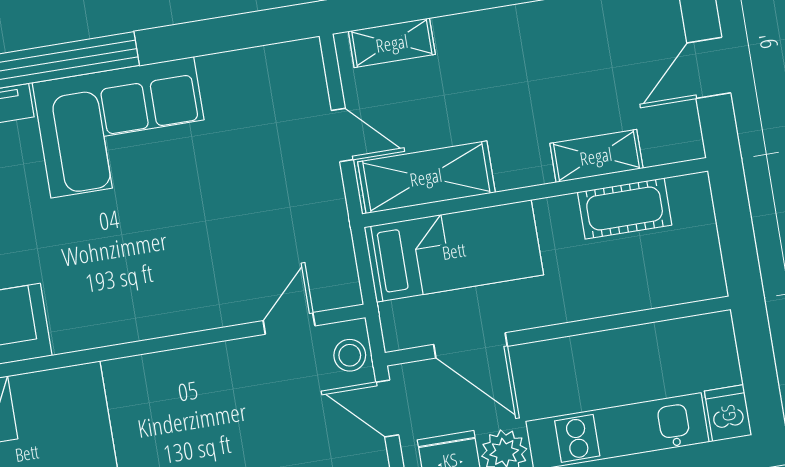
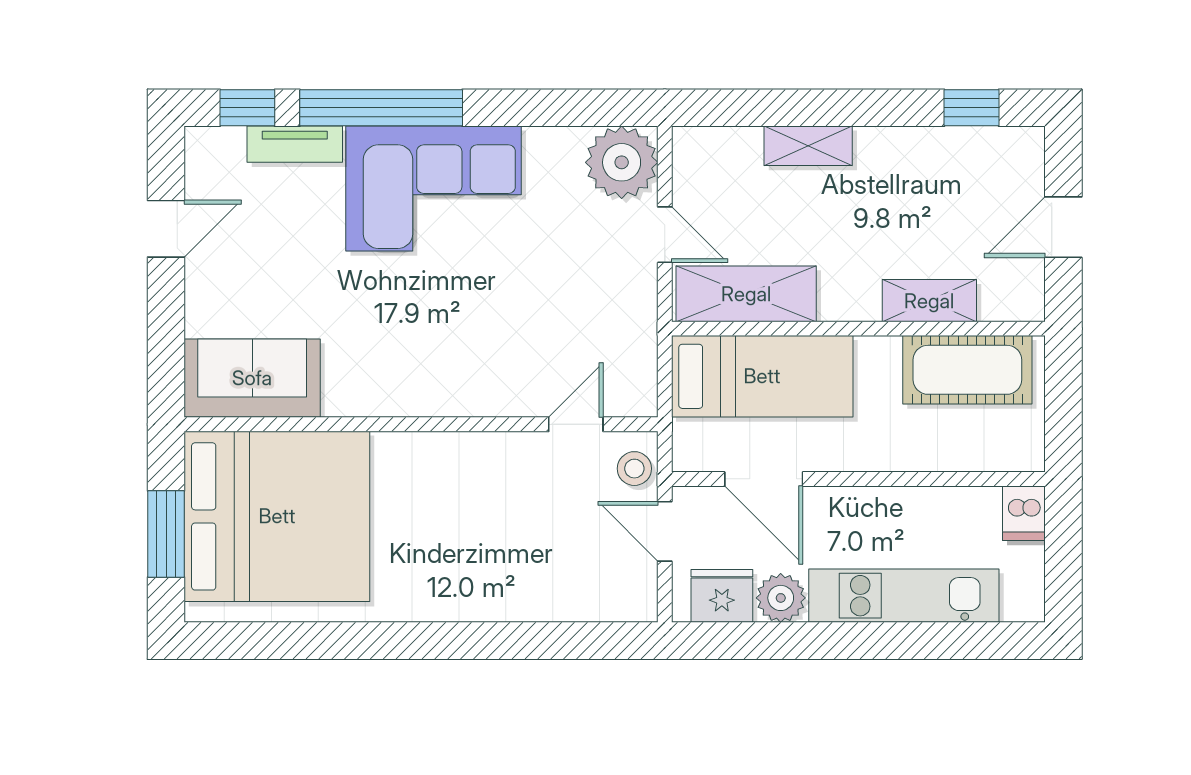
shelving: (392, 43) -> (808, 146), moved
plant: (292, 75) -> (622, 162), added
cot: (625, 209) -> (967, 370), width x1.37, depth x1.34
dishwasher: (728, 413) -> (1024, 513), moved, turned 180

